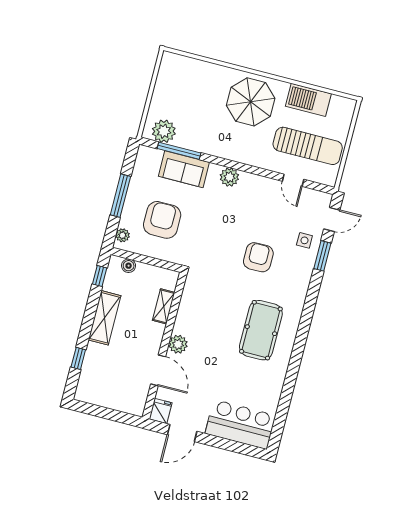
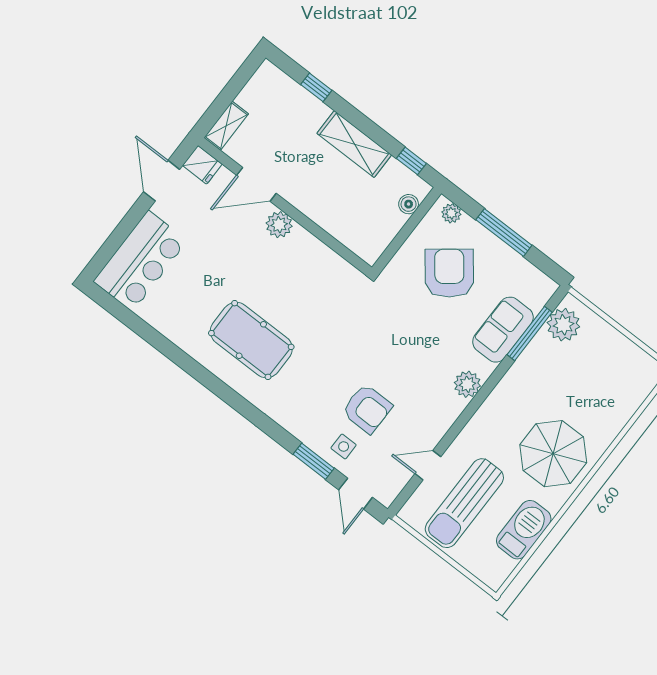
armchair: (162, 220) -> (449, 273), turned -128
armchair: (258, 257) -> (367, 409), moved
shelving: (164, 306) -> (226, 126), moved, turned 90

